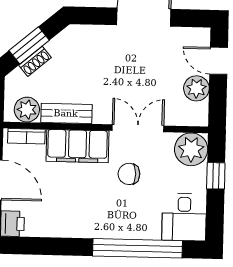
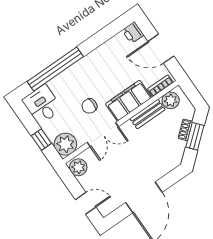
plant: (196, 88) -> (78, 167), moved
chair: (129, 174) -> (89, 106), turned 180

